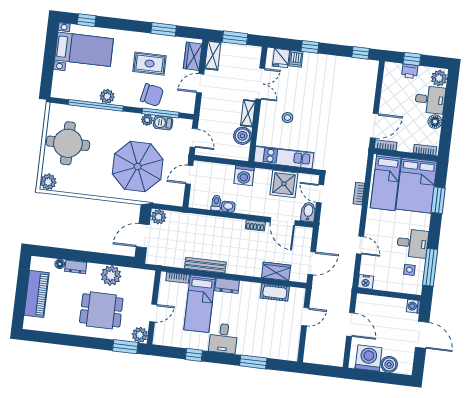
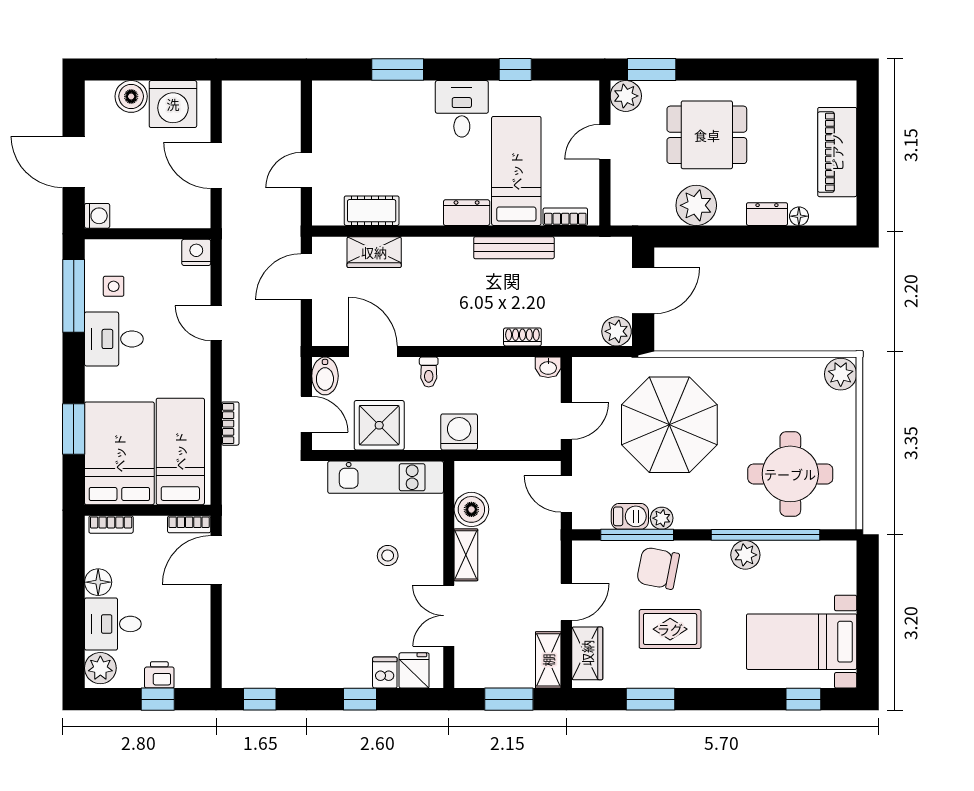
round table: (68, 143) -> (790, 474), moved
toilet: (216, 203) -> (429, 372), moved
washbasin: (228, 207) -> (548, 367), moved
shoe rack: (255, 226) -> (522, 337), moved

